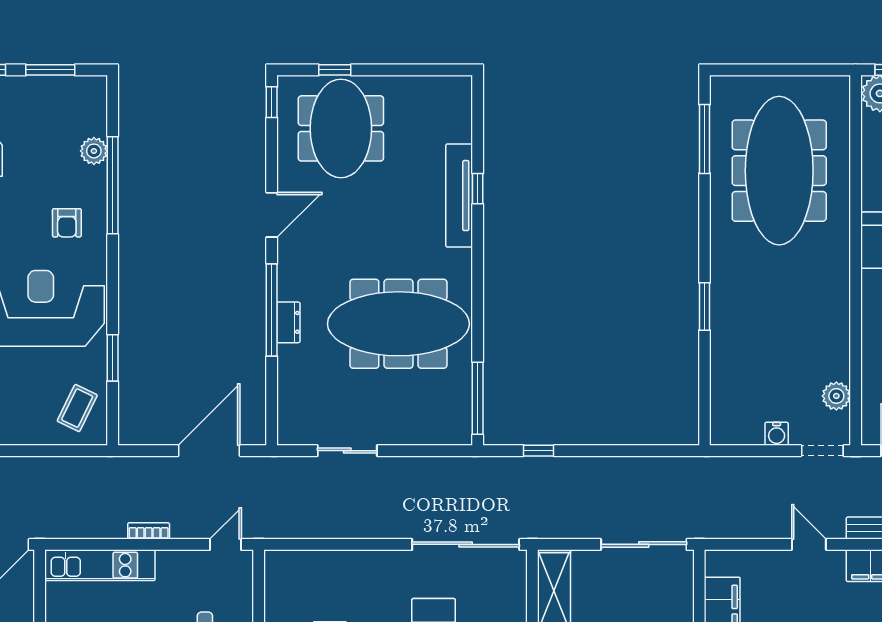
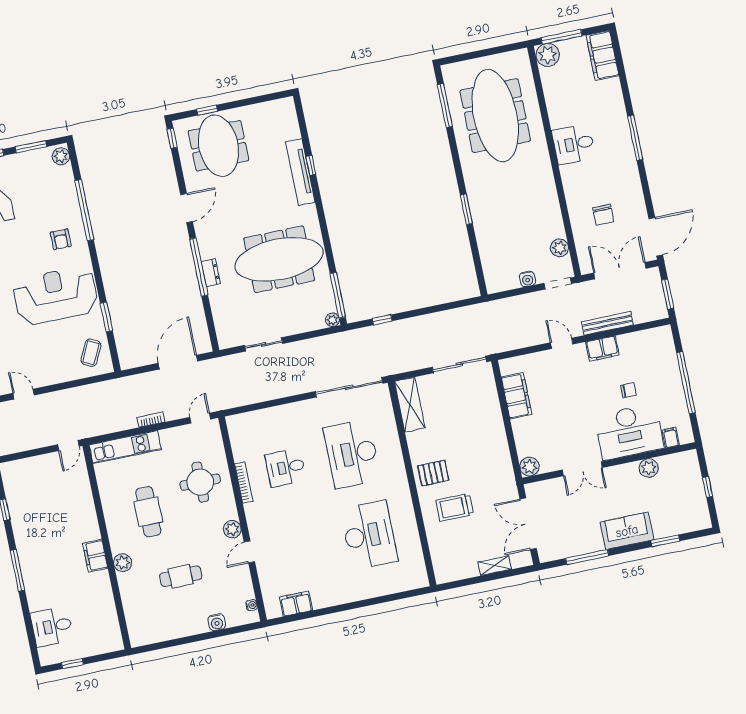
plant: (94, 151) -> (61, 156), moved
plant: (462, 435) -> (332, 320), added

